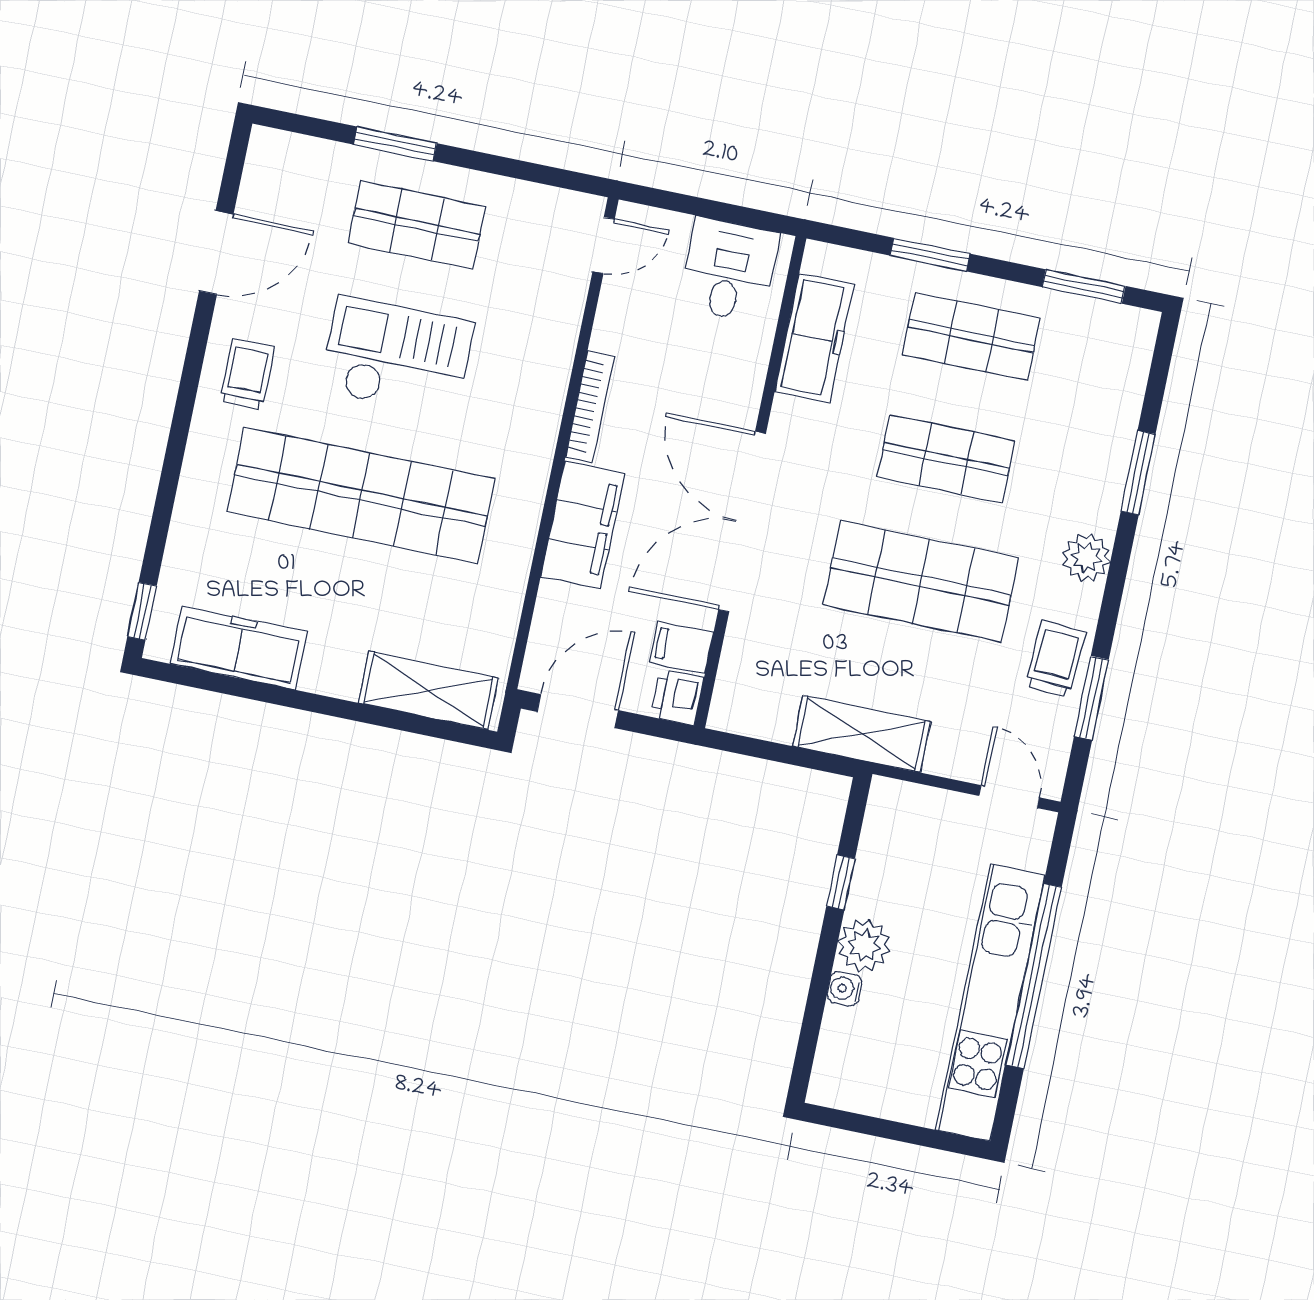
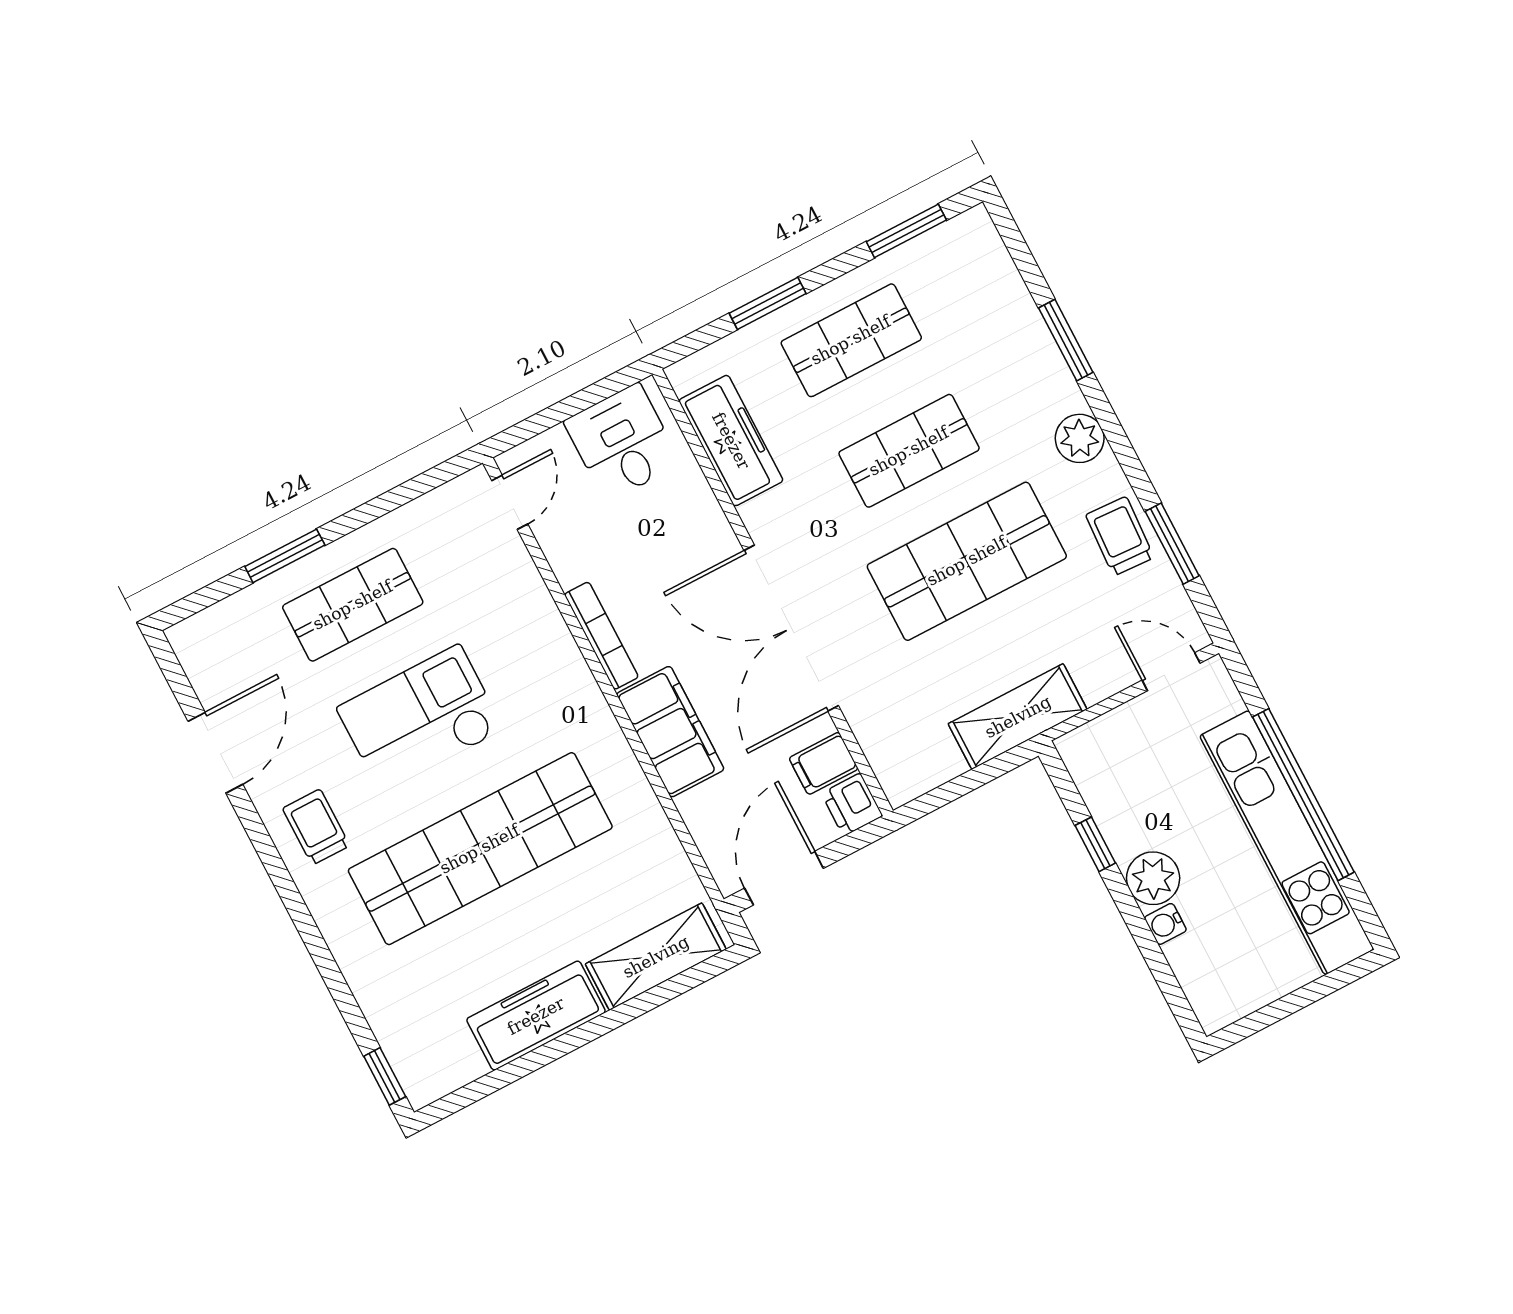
freezer: (239, 648) -> (536, 1016), moved

